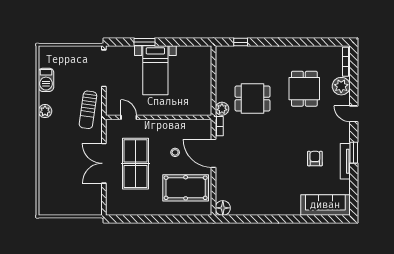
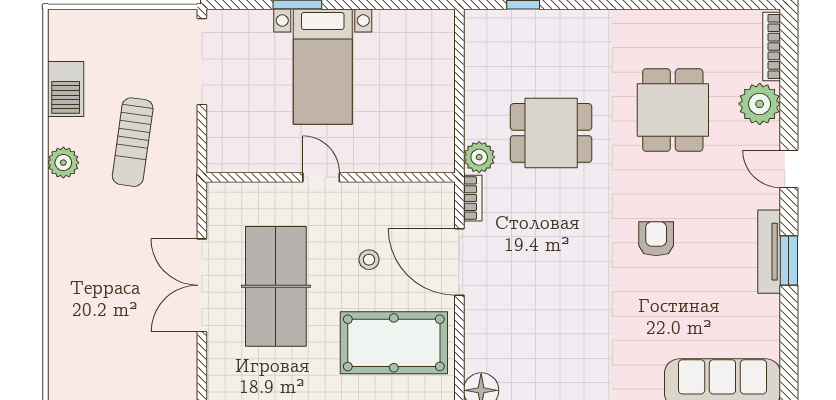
sun lounger: (88, 110) -> (133, 142), moved
door: (129, 117) -> (321, 177), moved
armchair: (315, 159) -> (656, 239), moved
tv unit: (345, 161) -> (769, 252), moved

